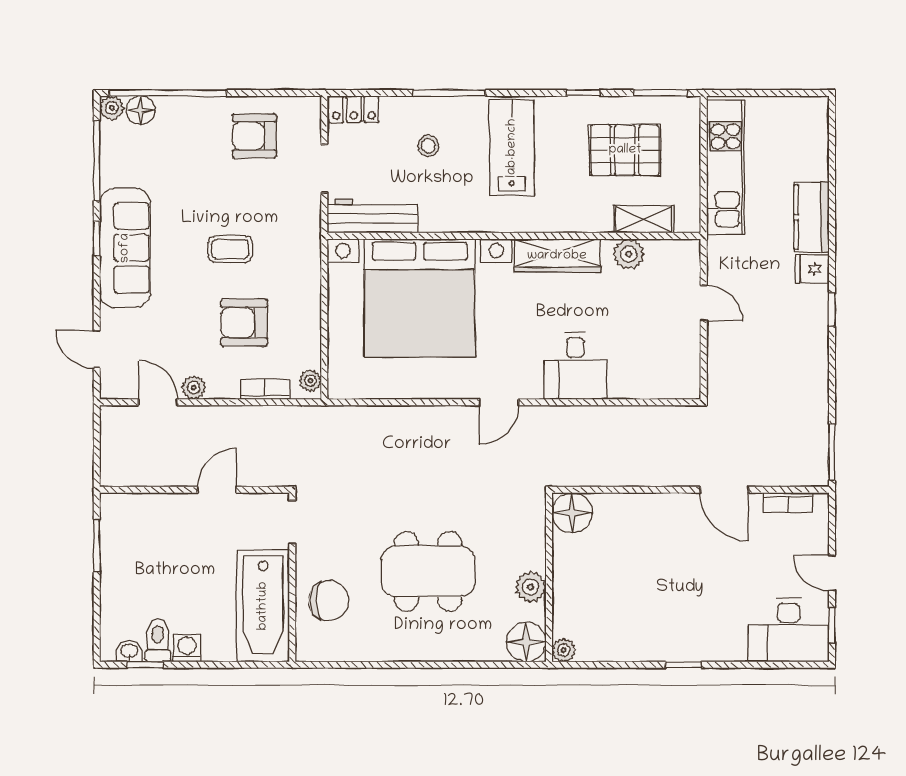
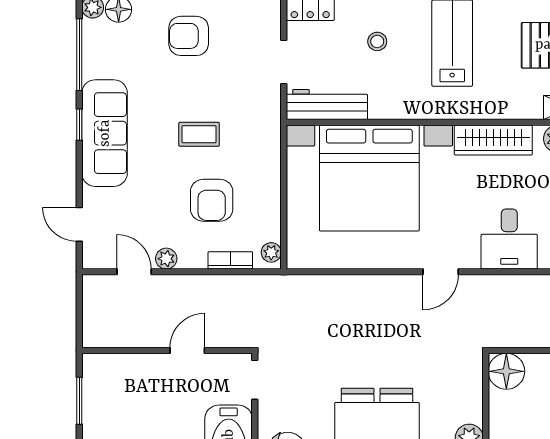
armchair: (254, 136) -> (189, 36), moved
armchair: (244, 323) -> (212, 200), turned -90

